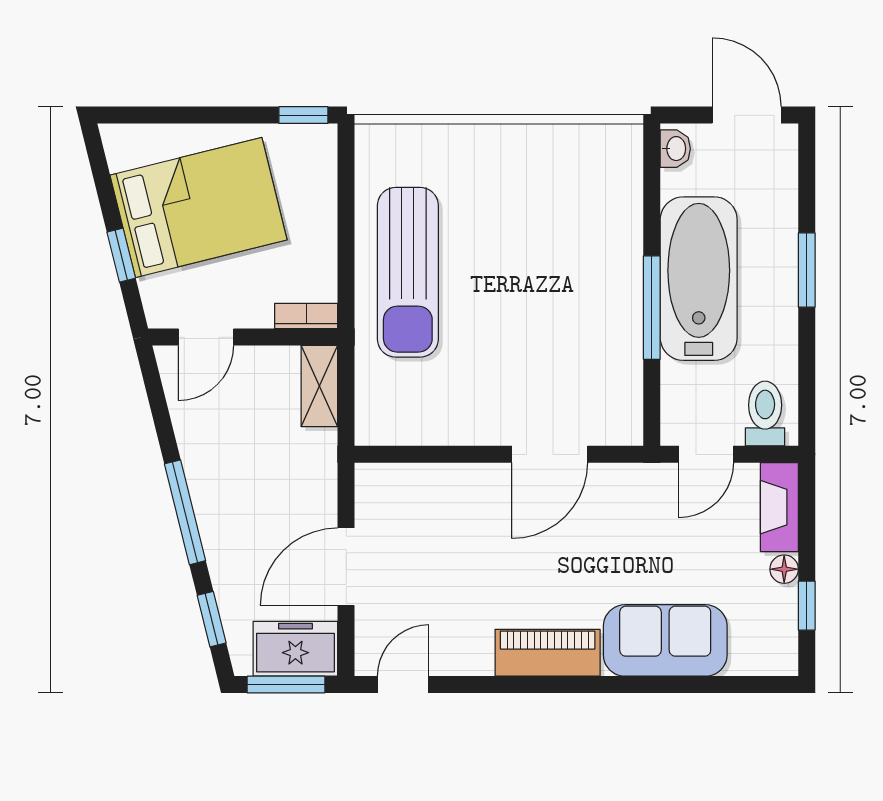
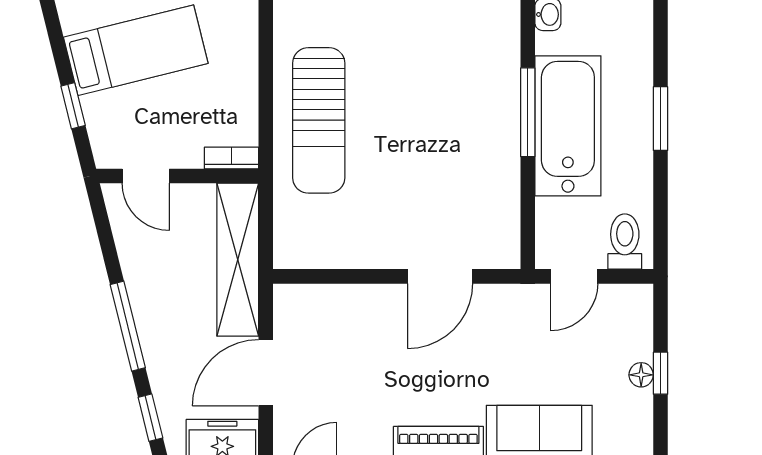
bed: (199, 207) -> (136, 50), width x0.67
window: (652, 308) -> (528, 112), moved
door: (206, 337) -> (146, 176), hinge flipped
shelving: (319, 386) -> (238, 260), width x2.20, depth x1.33
fireplace: (779, 507) -> (637, 322), removed
window: (807, 606) -> (660, 373), moved

